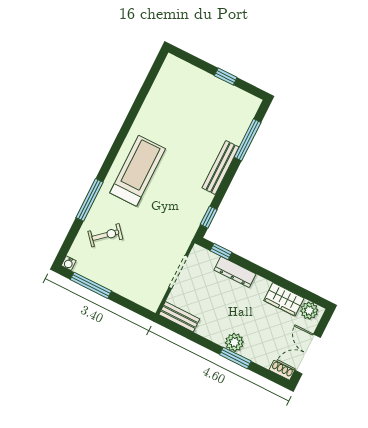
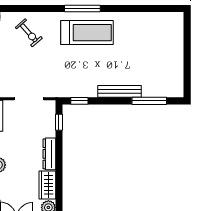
window: (226, 77) -> (187, 62), removed
window: (90, 200) -> (82, 9), moved
dresser: (235, 272) -> (49, 154), moved

